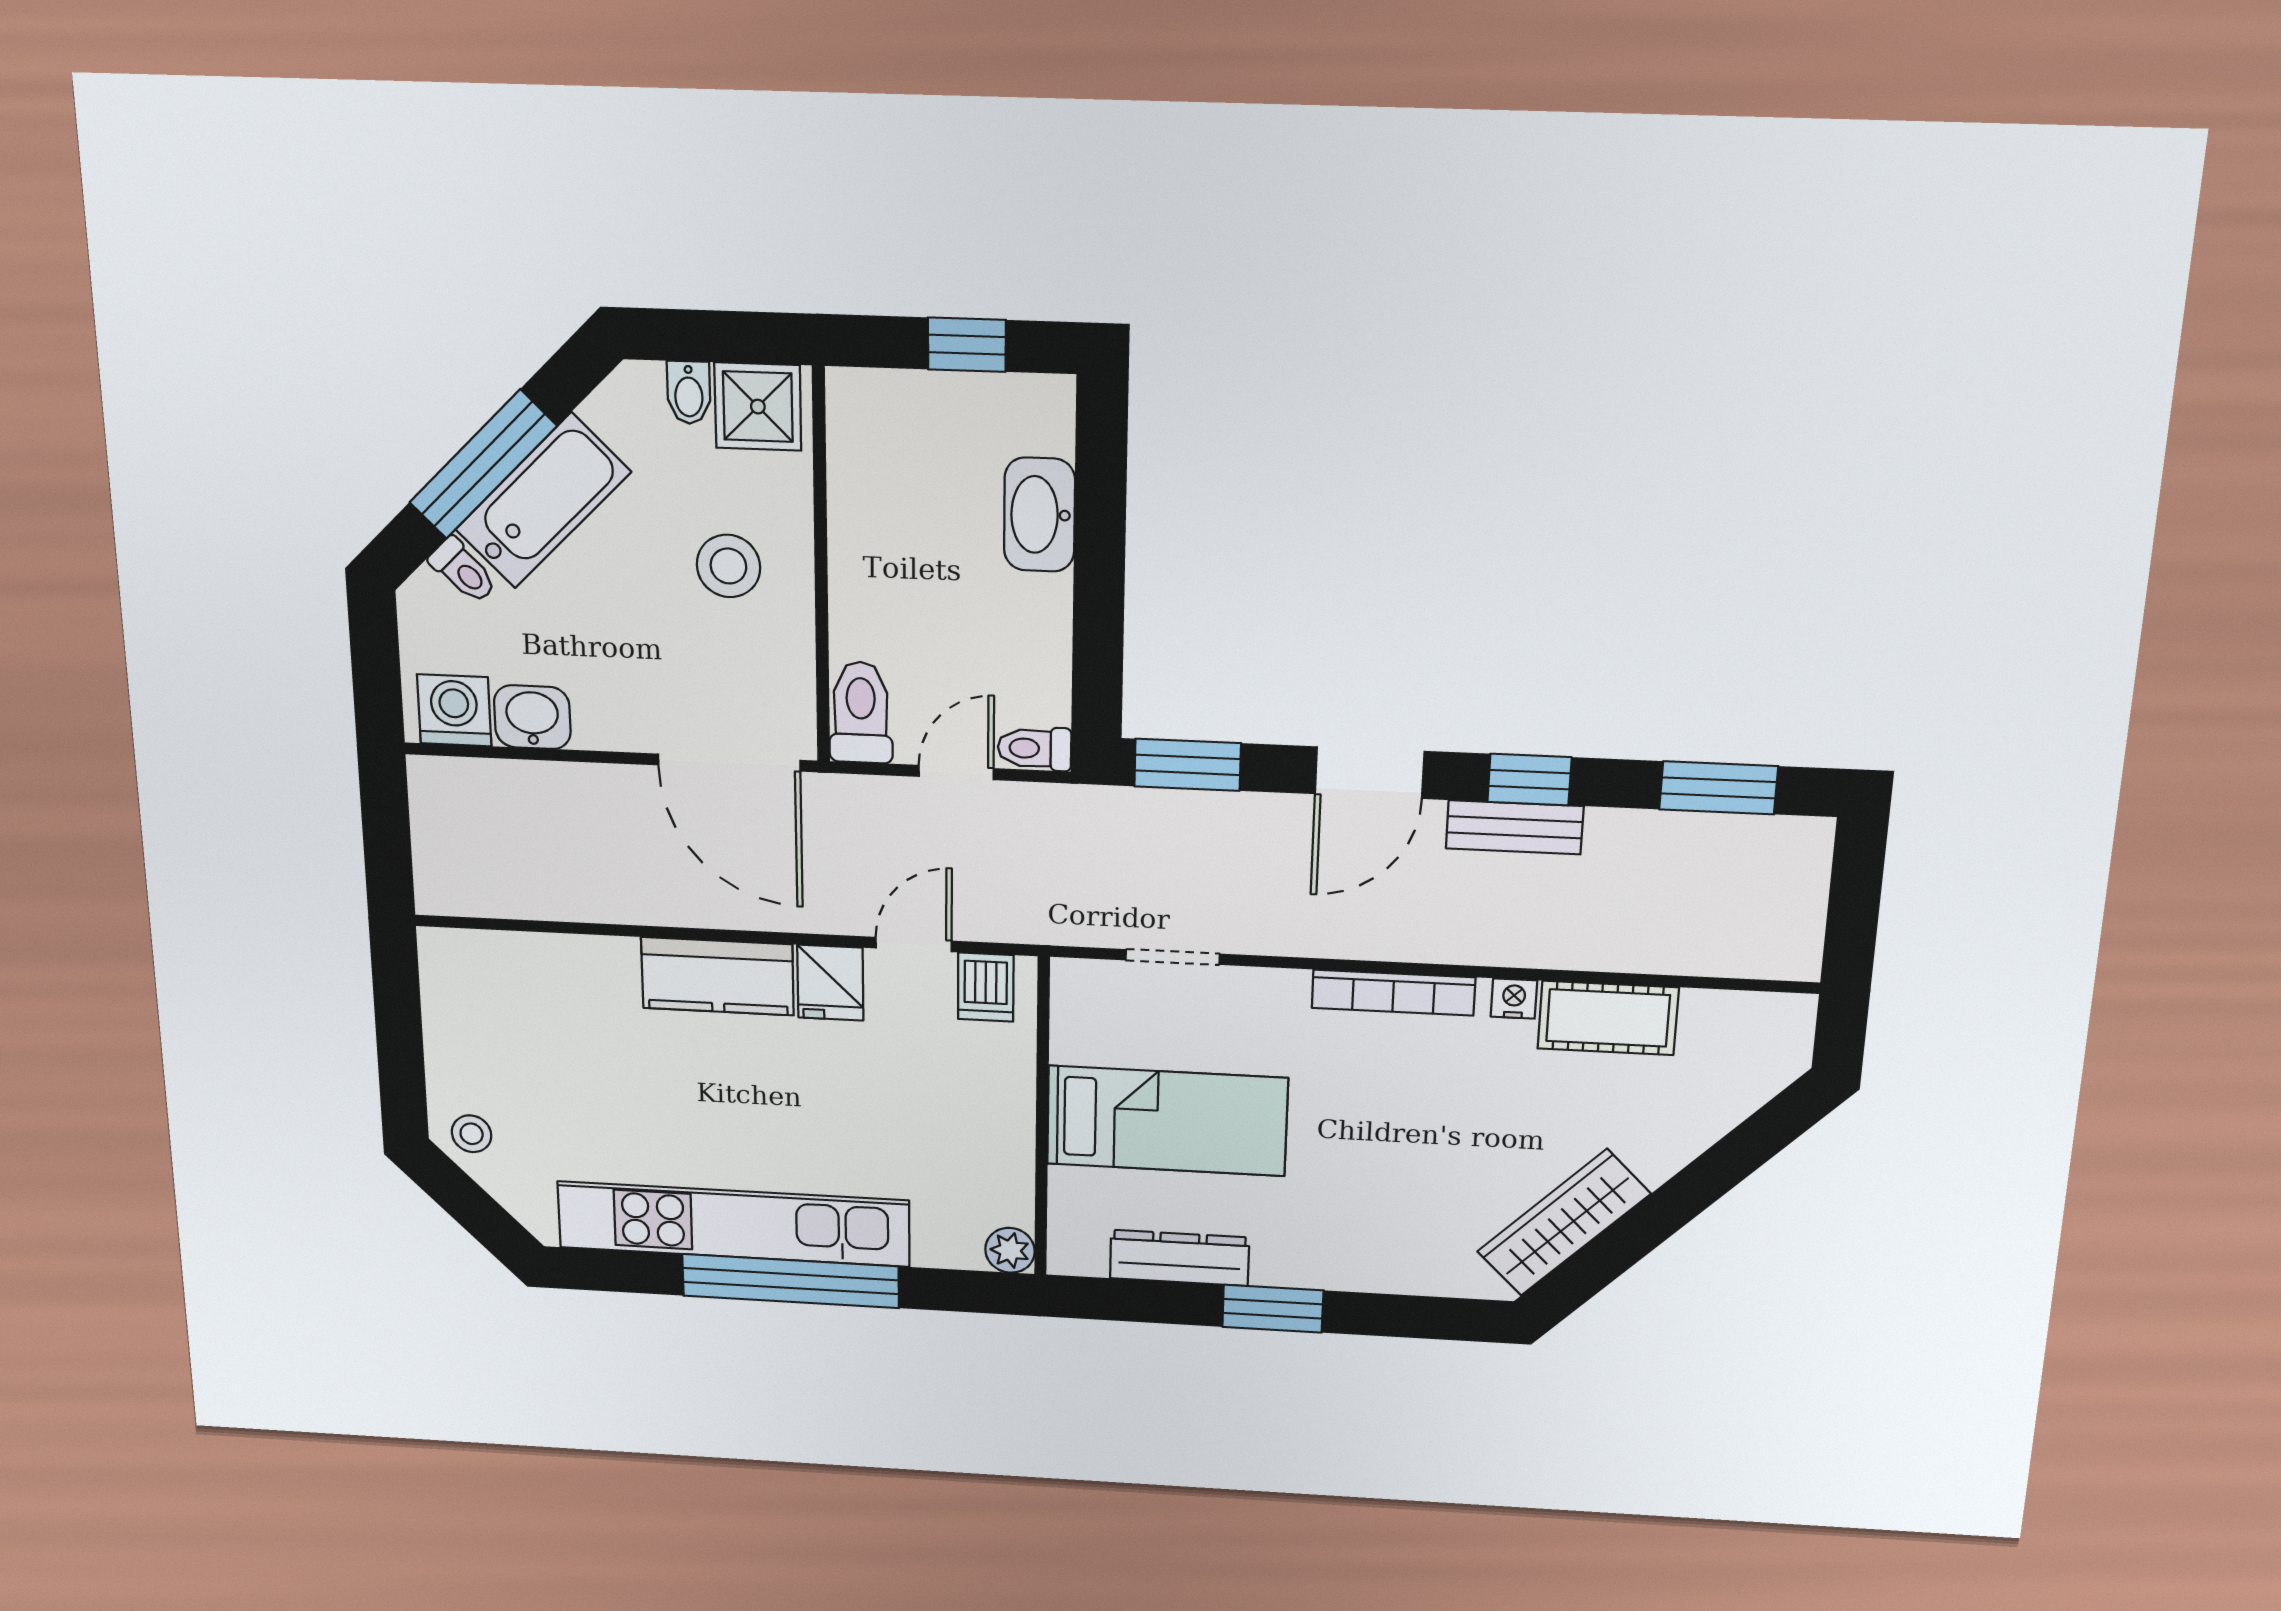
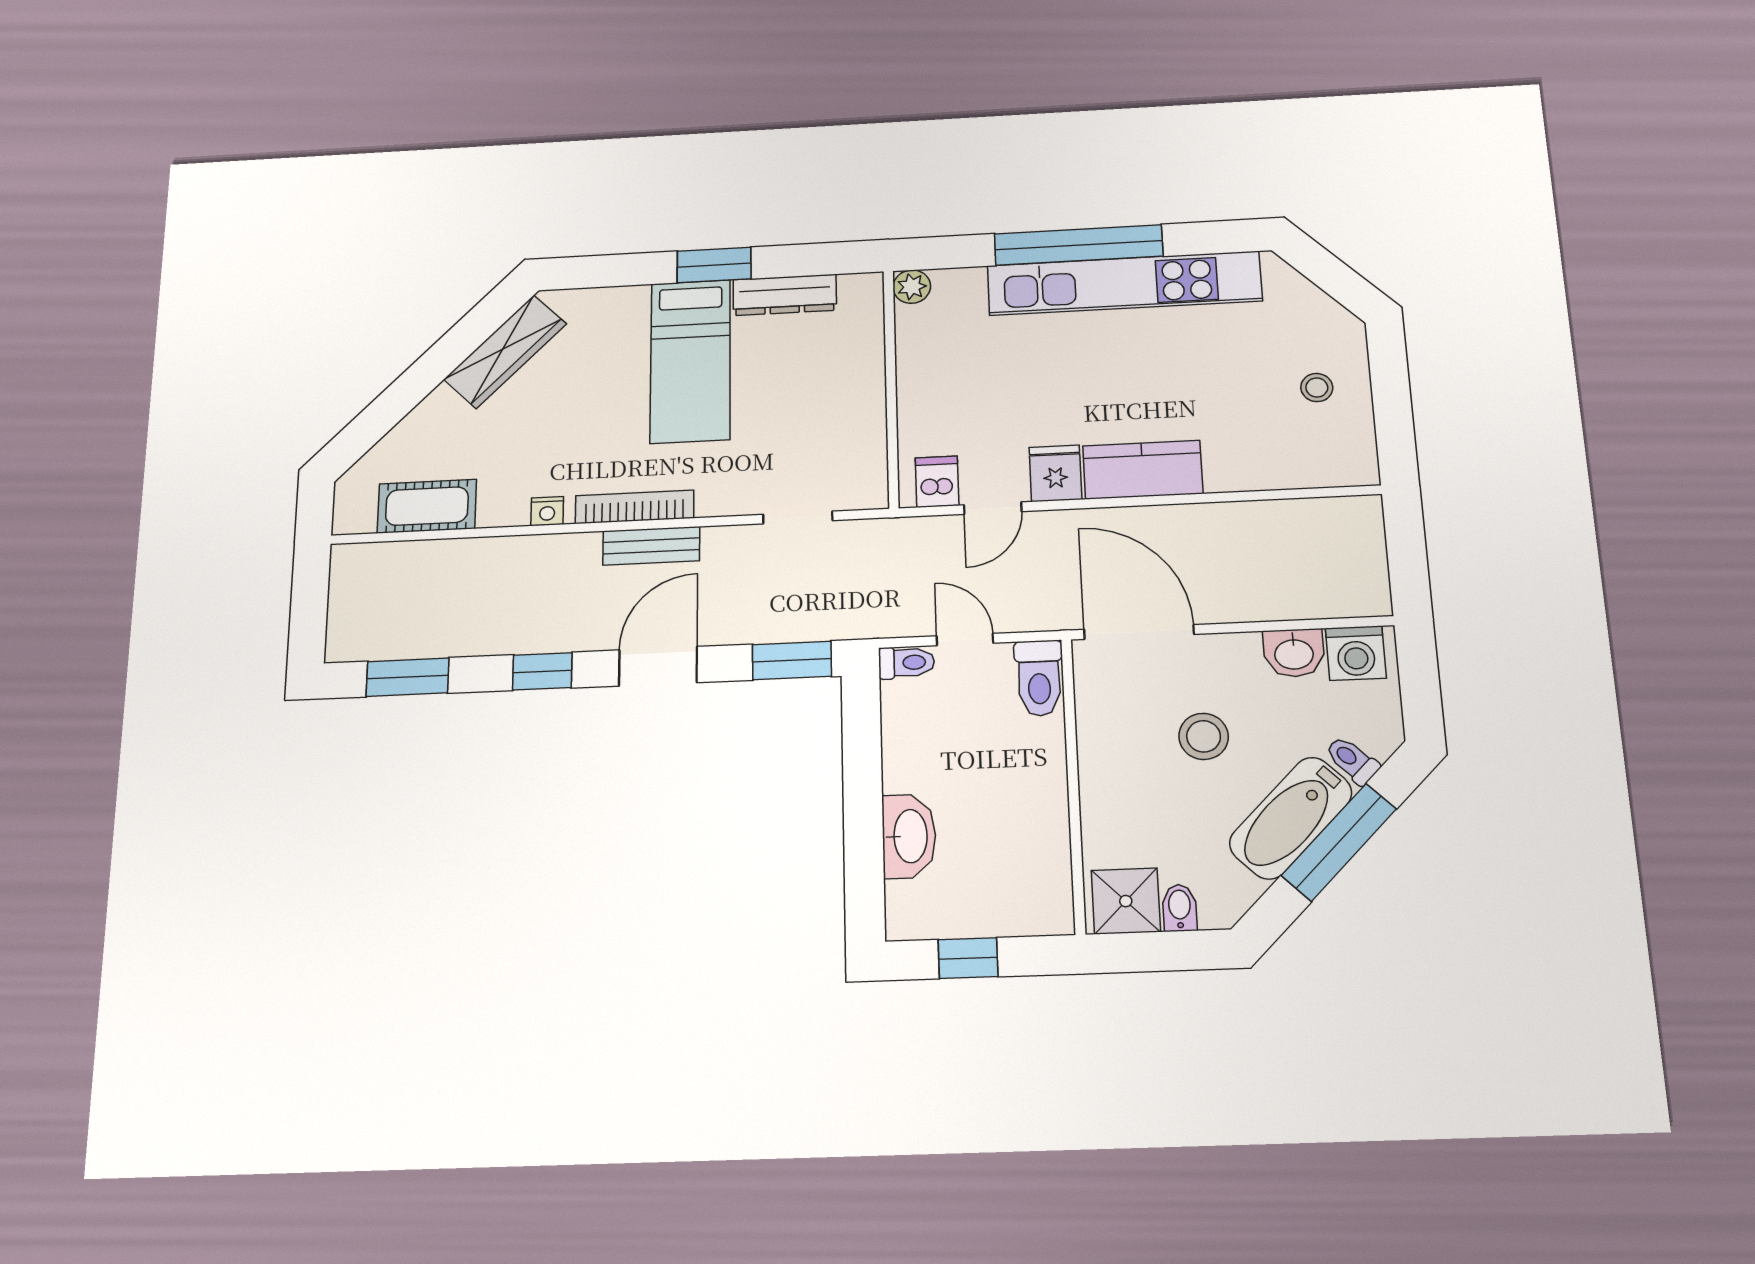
stool: (728, 566) -> (1204, 736), moved
door: (956, 772) -> (965, 640), swing flipped
bench: (1515, 827) -> (651, 546), moved
cot: (1608, 1018) -> (427, 506), moved
bed: (1167, 1121) -> (690, 361), moved, turned -90
stool: (472, 1134) -> (1317, 388), moved

